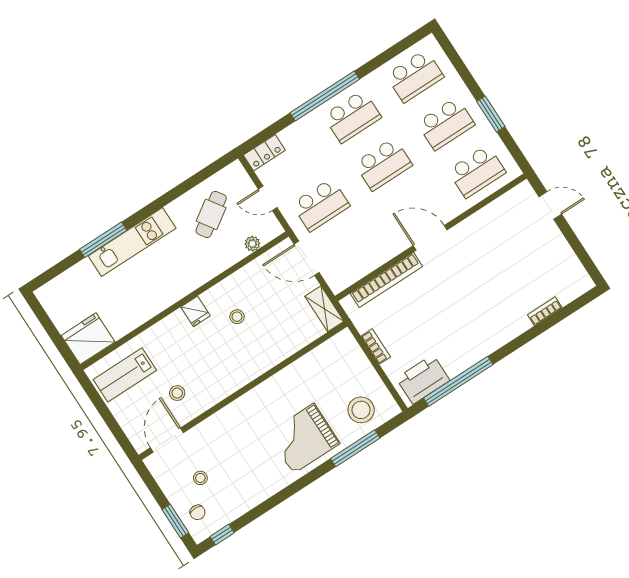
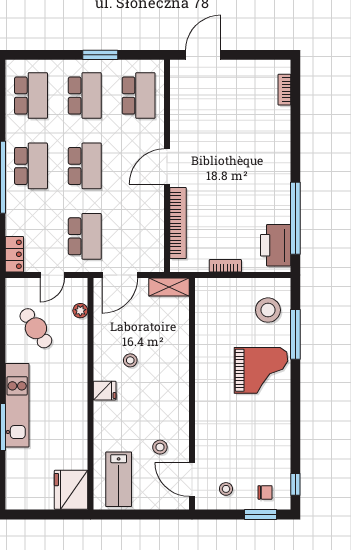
door: (550, 205) -> (203, 55), width x1.38
bookcase: (545, 311) -> (284, 90), moved
grand piano: (304, 438) -> (261, 370), turned -90
stool: (200, 478) -> (226, 489), moved

